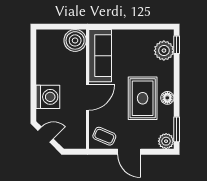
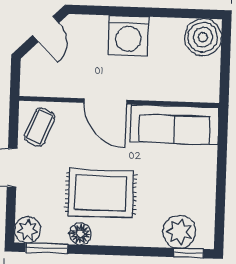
boiler: (75, 40) -> (203, 37), moved
washing machine: (48, 97) -> (128, 36), moved
floor lamp: (167, 98) -> (80, 234), moved

